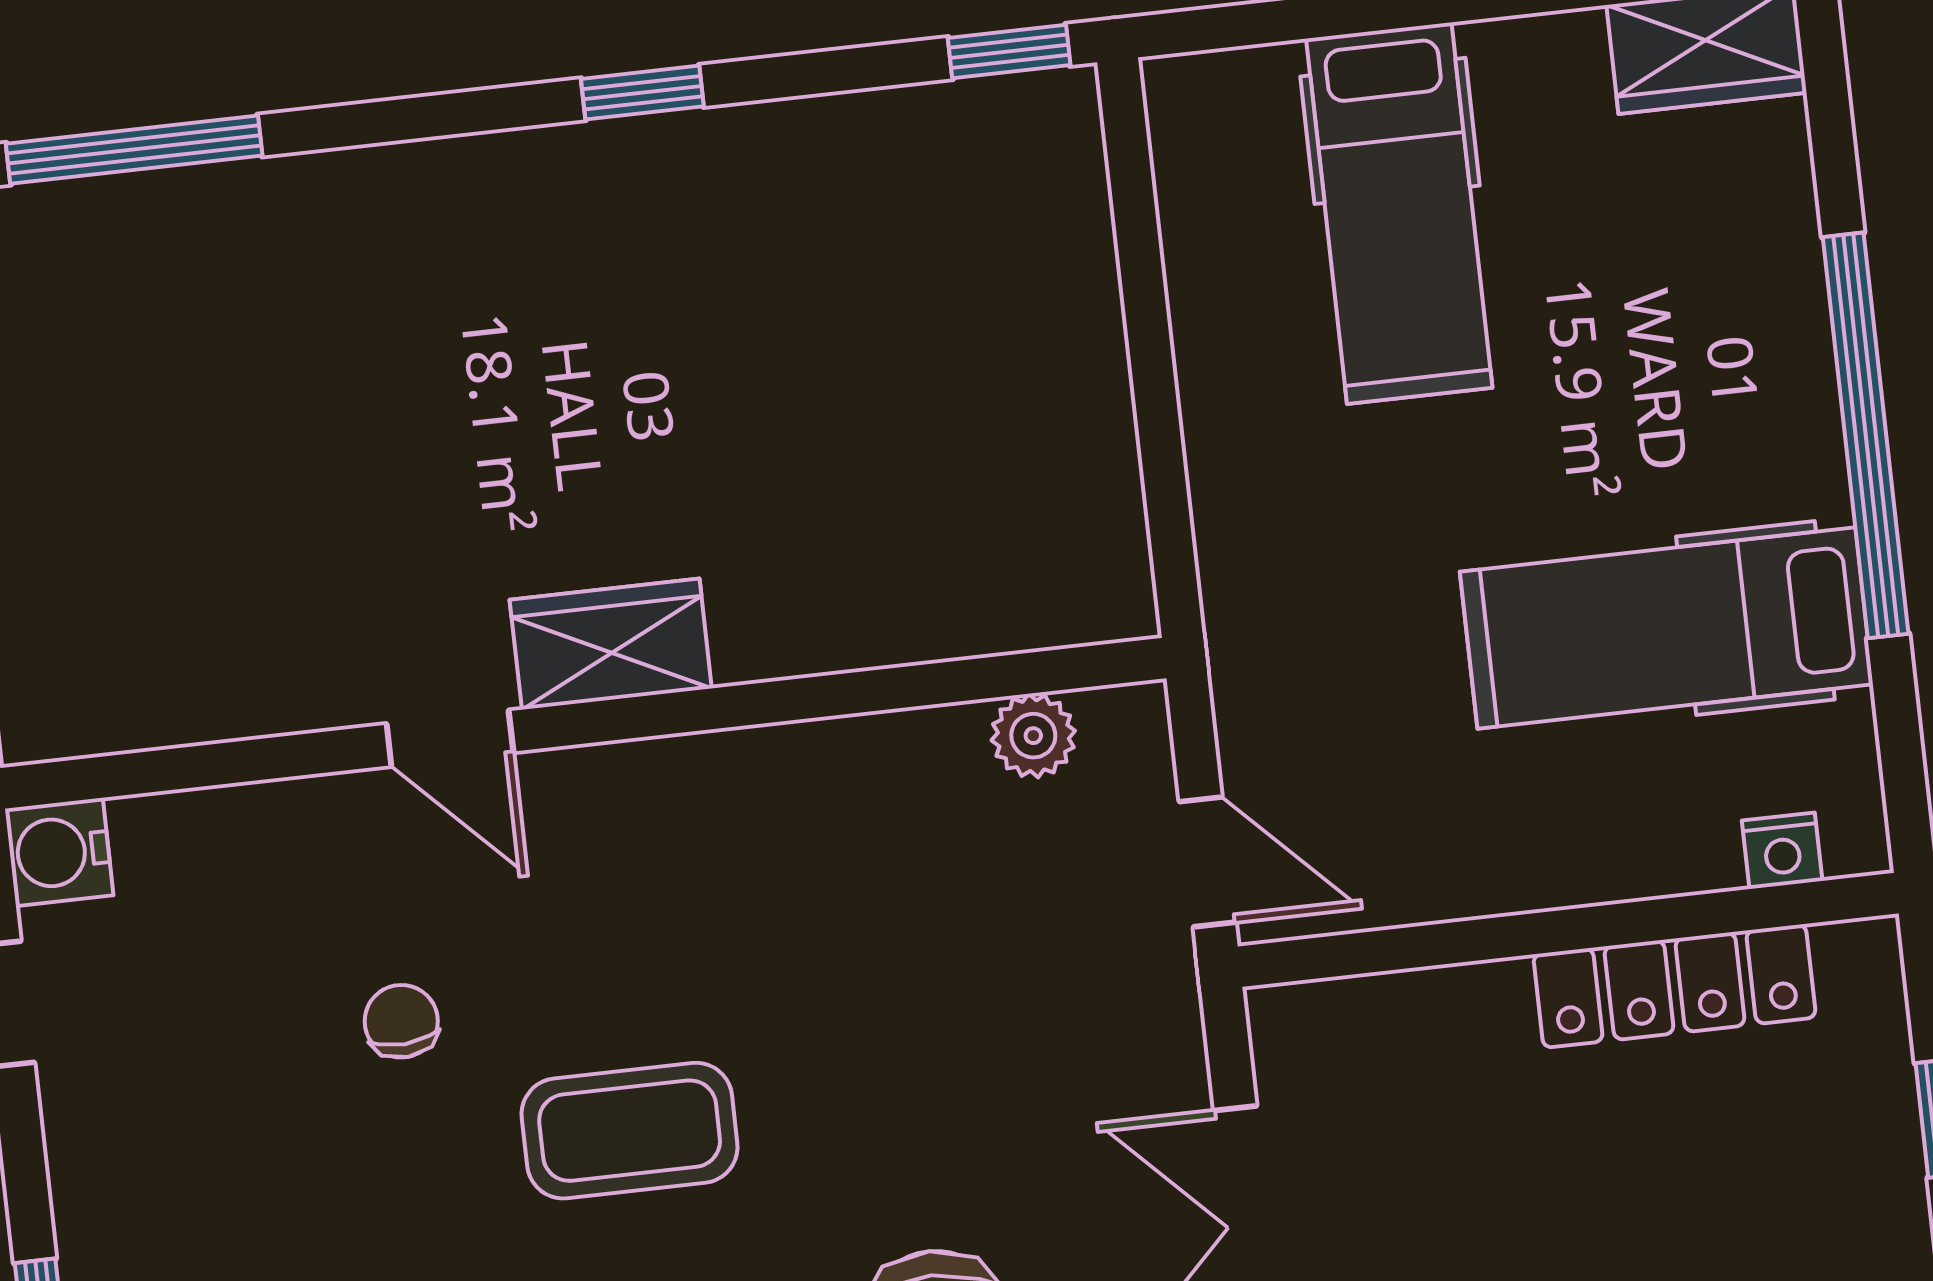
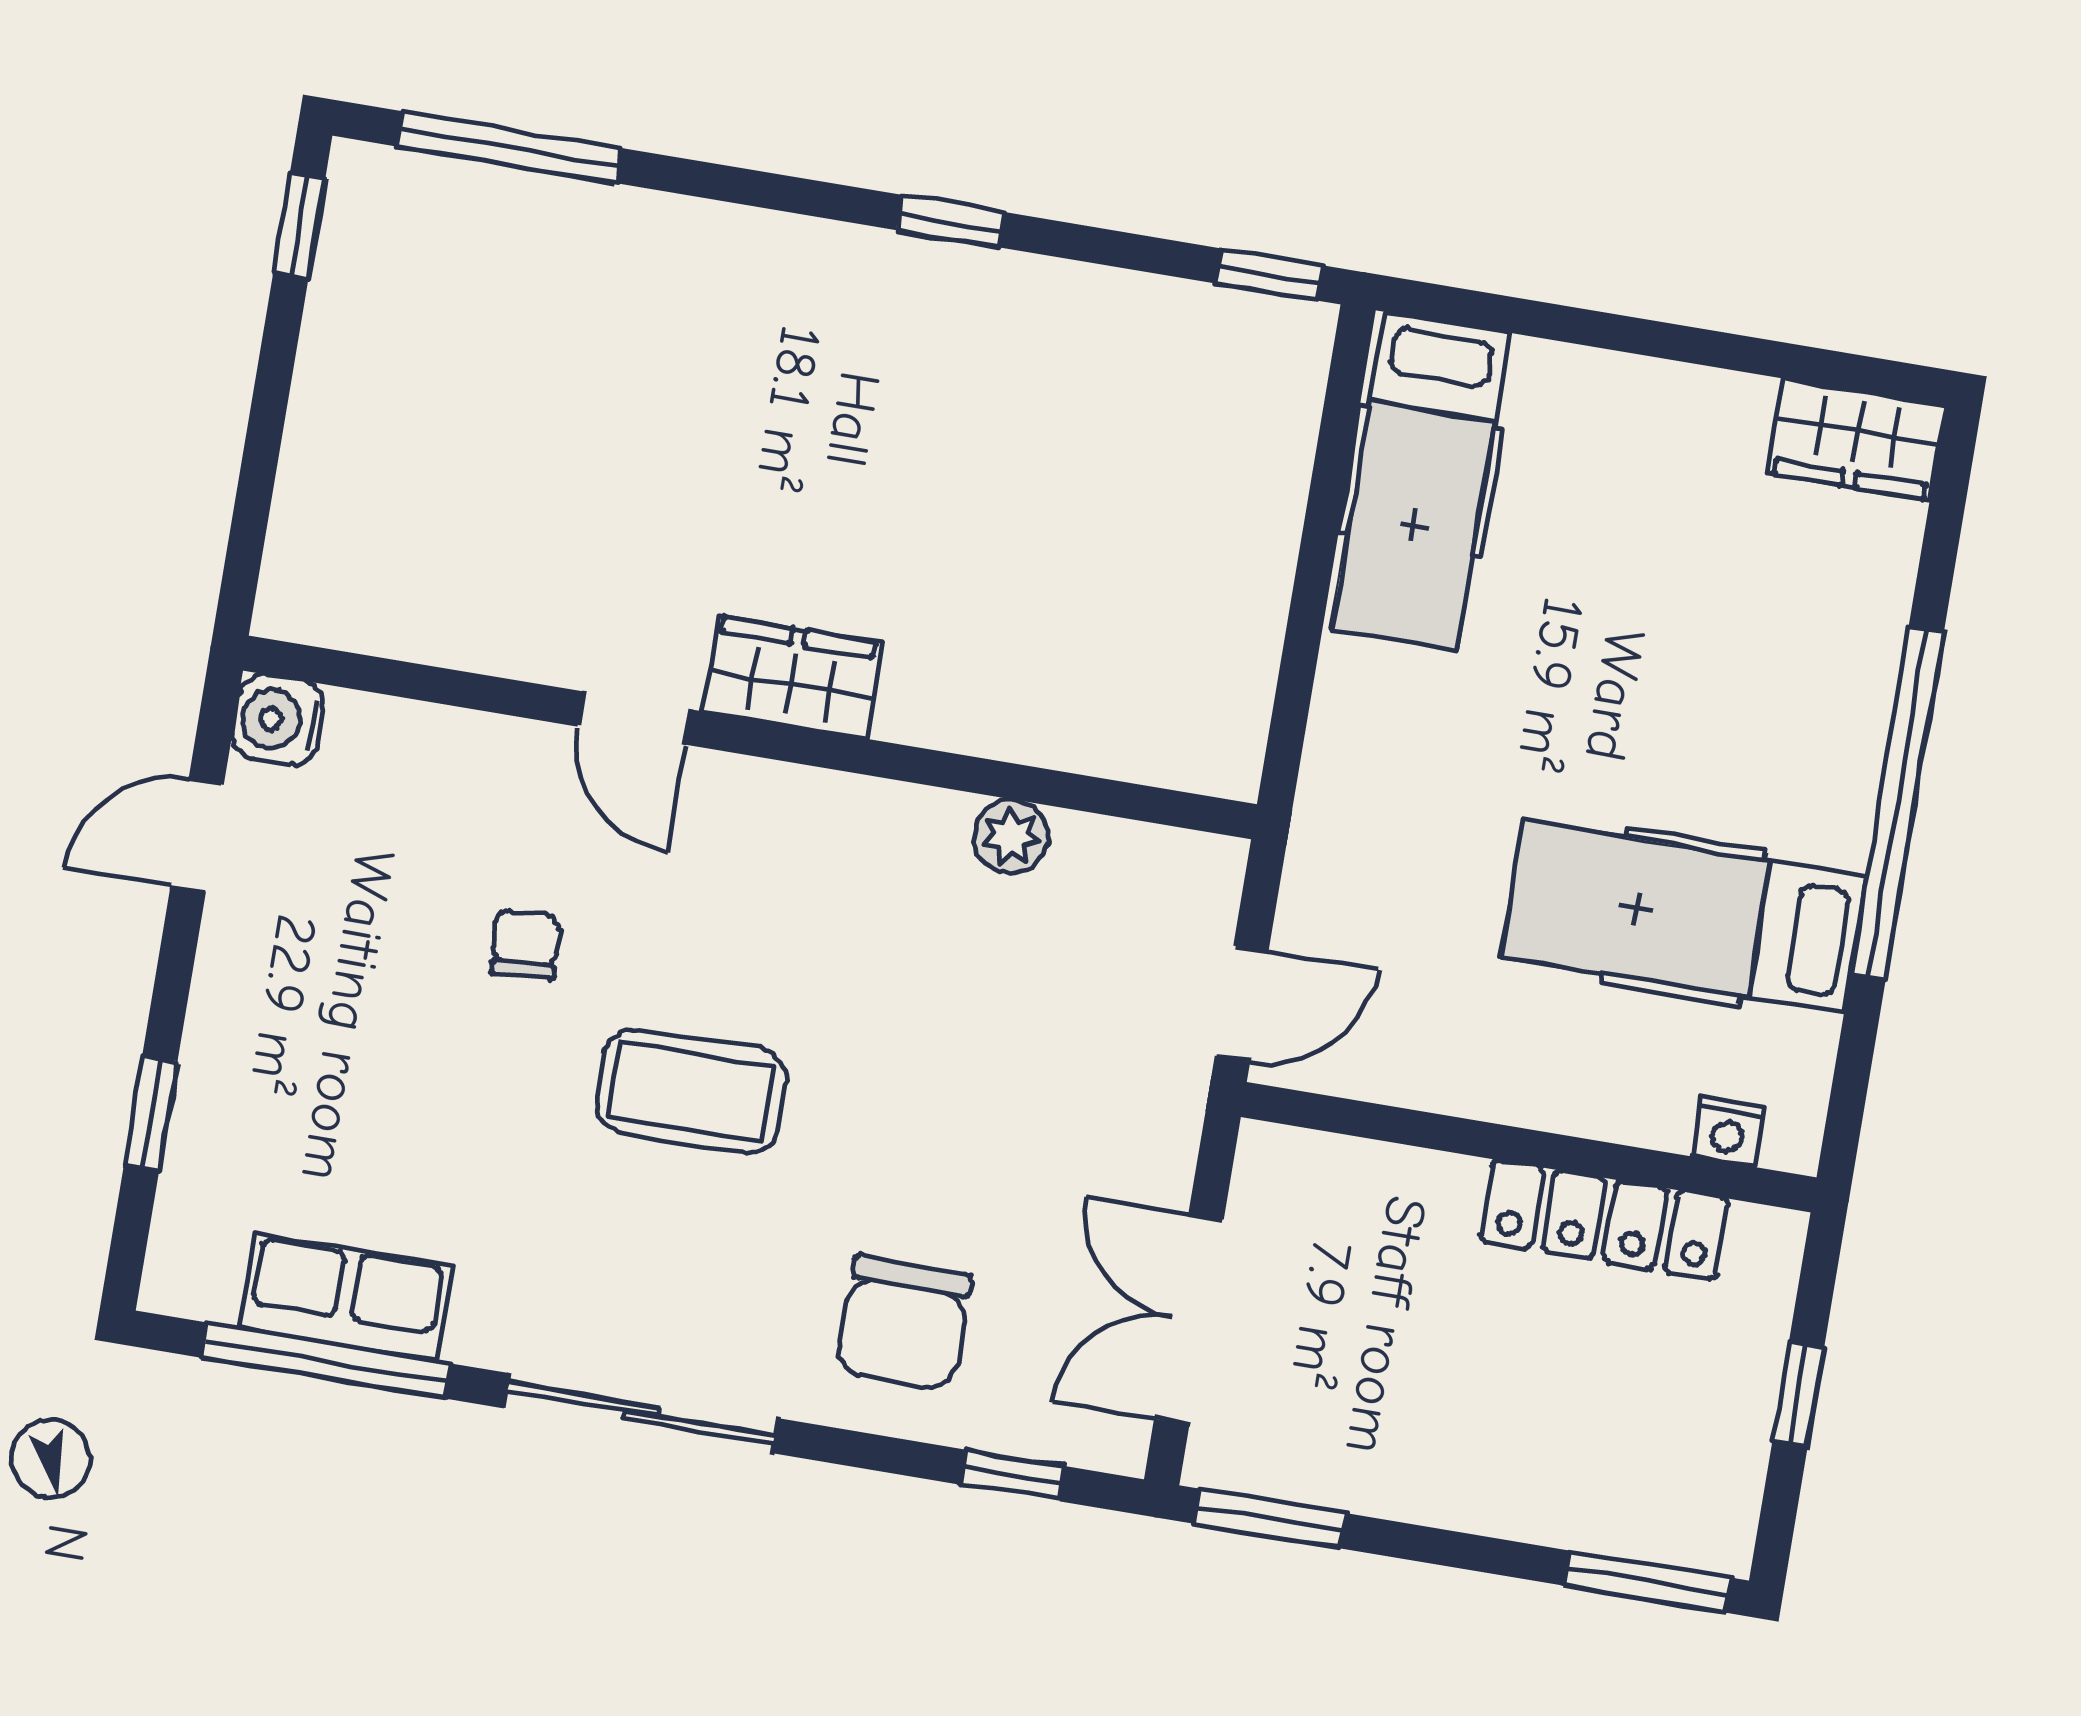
hospital bed: (1399, 213) -> (1421, 481), moved
plant: (1033, 736) -> (1011, 837), moved
door: (1208, 862) -> (1242, 1004), hinge flipped

